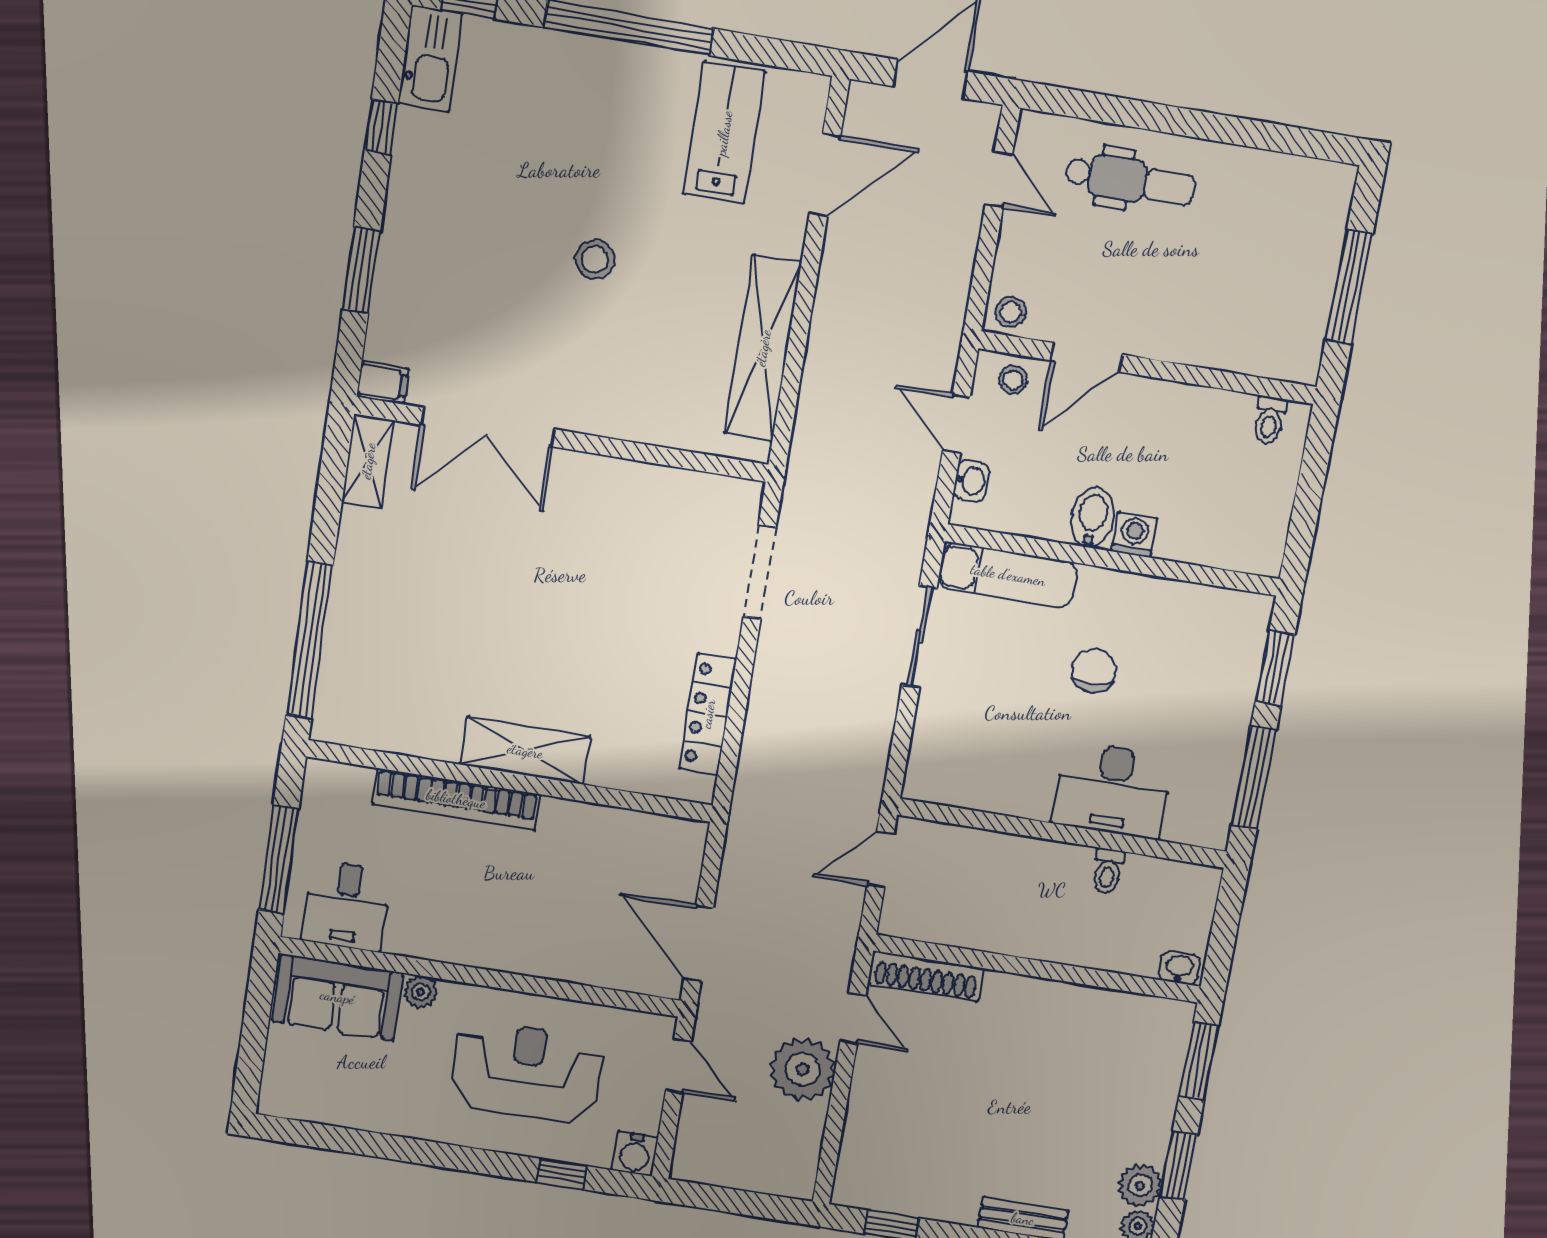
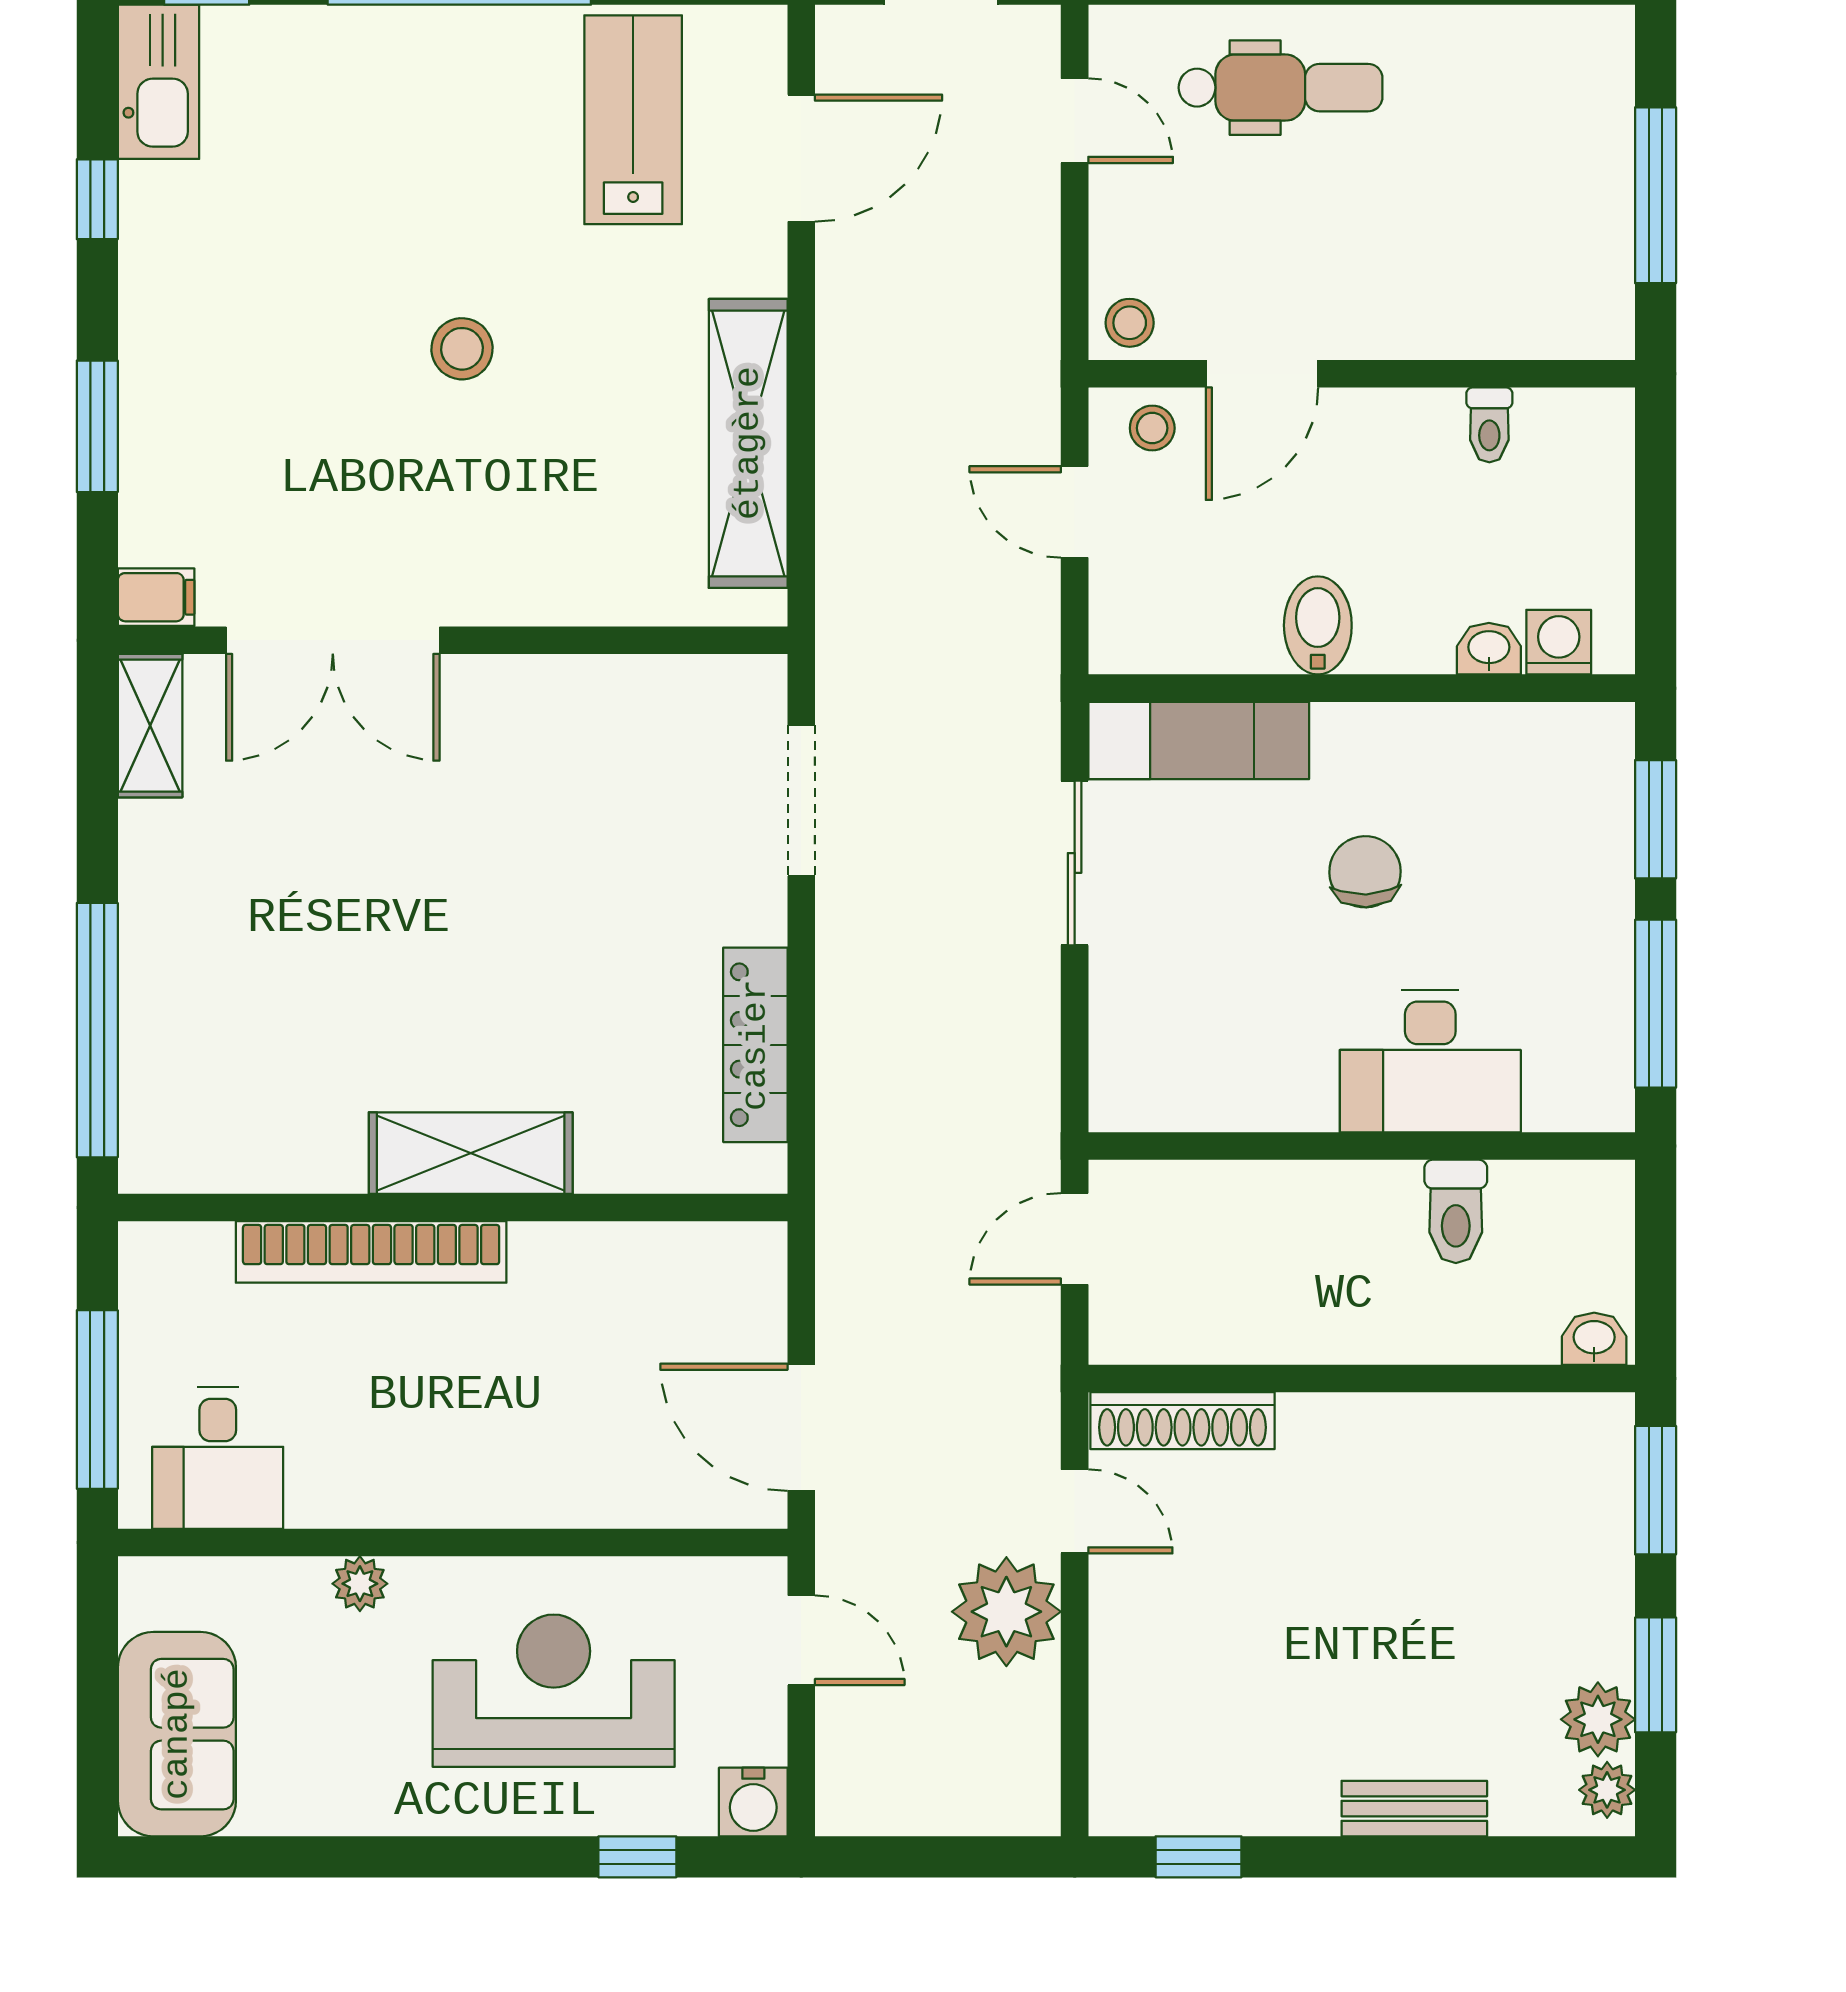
toilet: (1269, 420) -> (1489, 425), moved
washbasin: (971, 481) -> (1489, 649), moved, turned -90
washing machine: (1134, 535) -> (1559, 642), moved
toilet: (1108, 871) -> (1456, 1211), width x1.37, depth x1.39
sofa: (337, 997) -> (177, 1734), moved, turned -90

